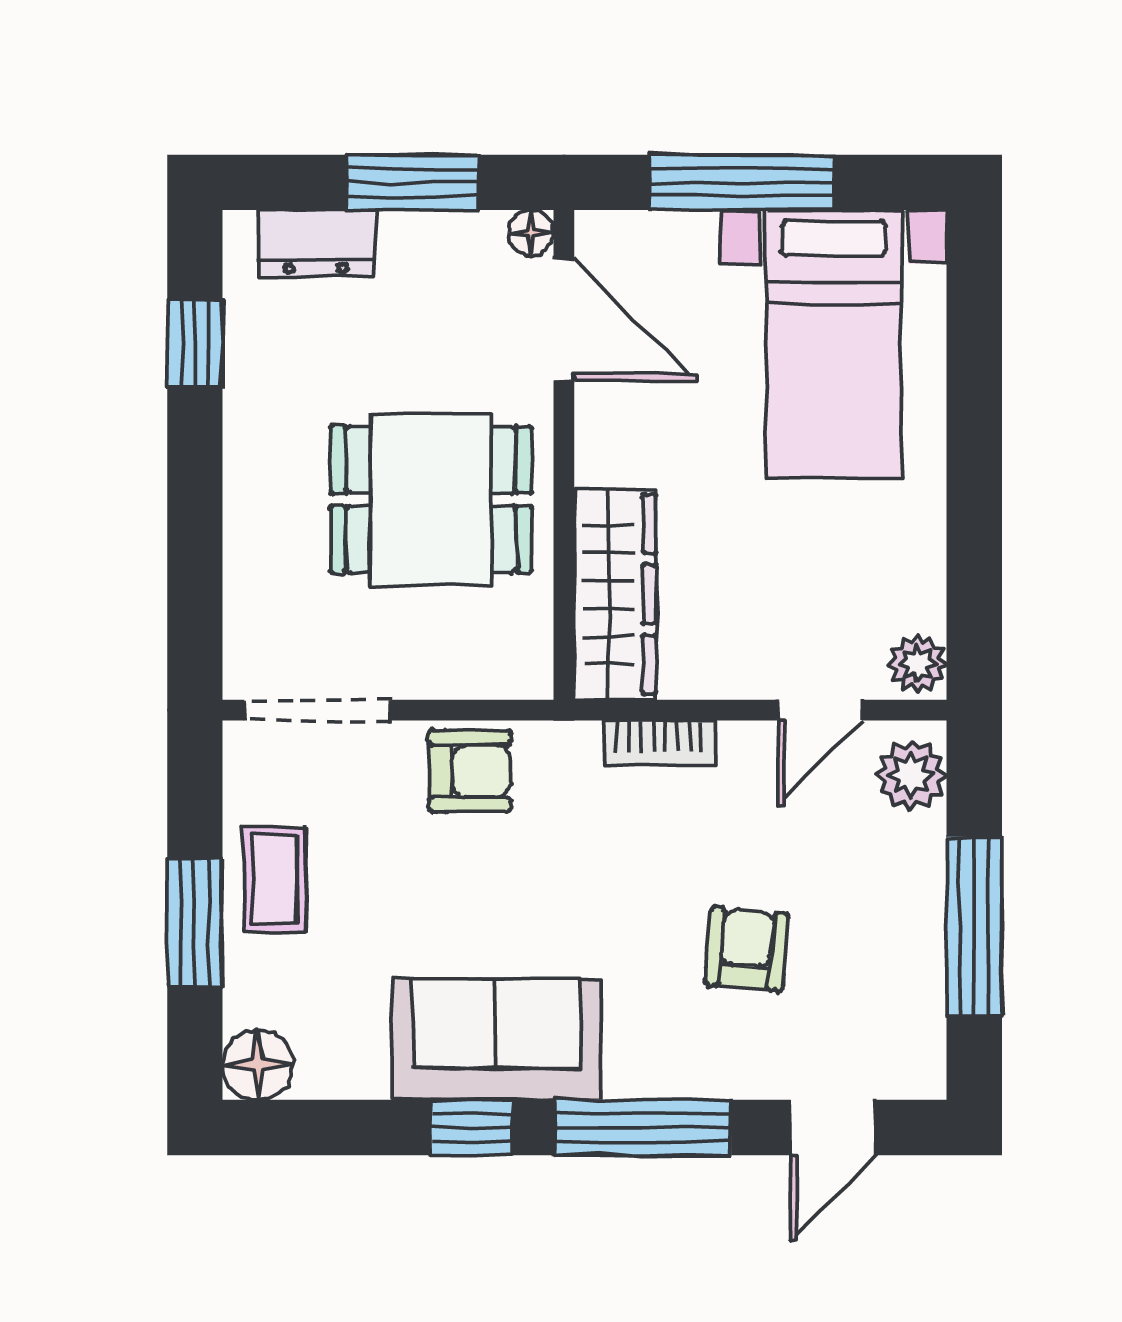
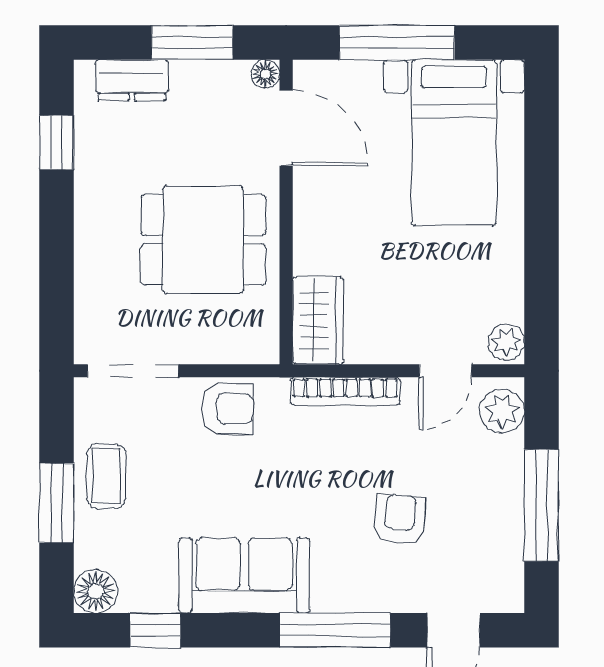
wardrobe: (615, 594) -> (318, 321), width x0.67
bookcase: (659, 743) -> (345, 391), width x1.56
window: (472, 1127) -> (155, 630), moved

